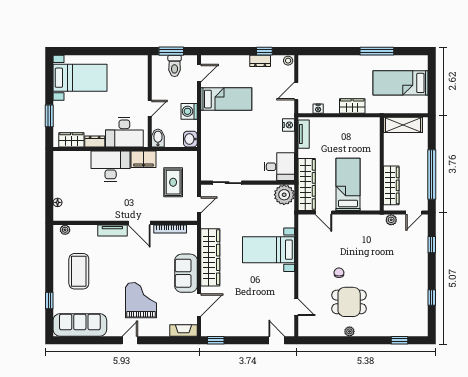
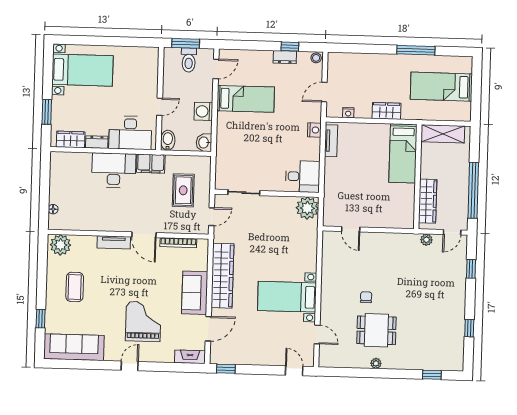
wardrobe: (307, 184) -> (333, 197), removed
bed: (348, 184) -> (403, 153), moved, turned 180
plant: (65, 230) -> (60, 245), width x1.87, depth x1.87
bed with nightstands: (268, 250) -> (287, 297), moved
coffee table: (79, 271) -> (75, 287), width x0.73, depth x0.76

